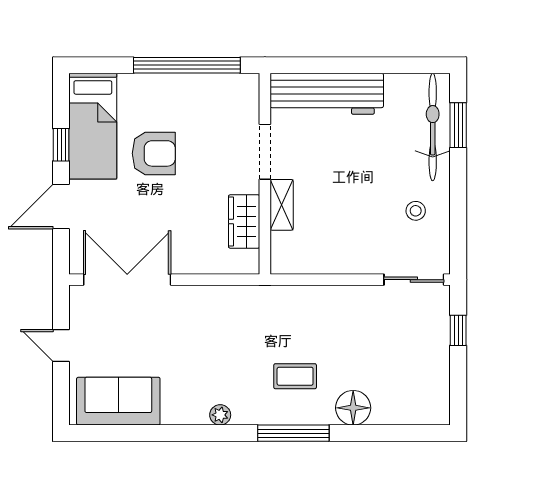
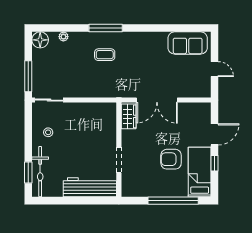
window: (187, 65) -> (173, 201), moved
shelving: (282, 205) -> (111, 135), removed
wardrobe: (244, 221) -> (129, 116), moved
double door: (127, 280) -> (157, 100), moved
window: (458, 330) -> (28, 76), width x2.17
floor lamp: (353, 408) -> (40, 40), moved
plant: (220, 415) -> (63, 37), moved

